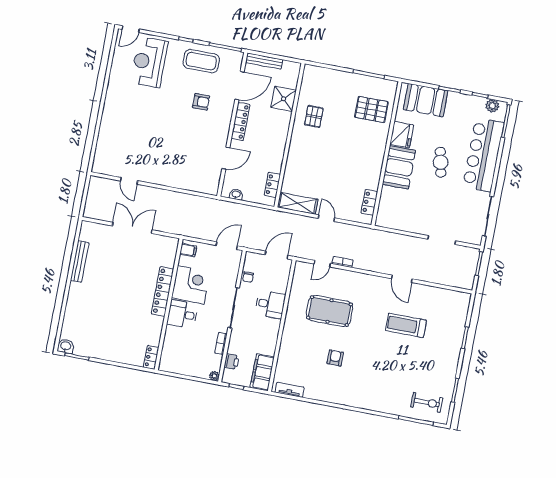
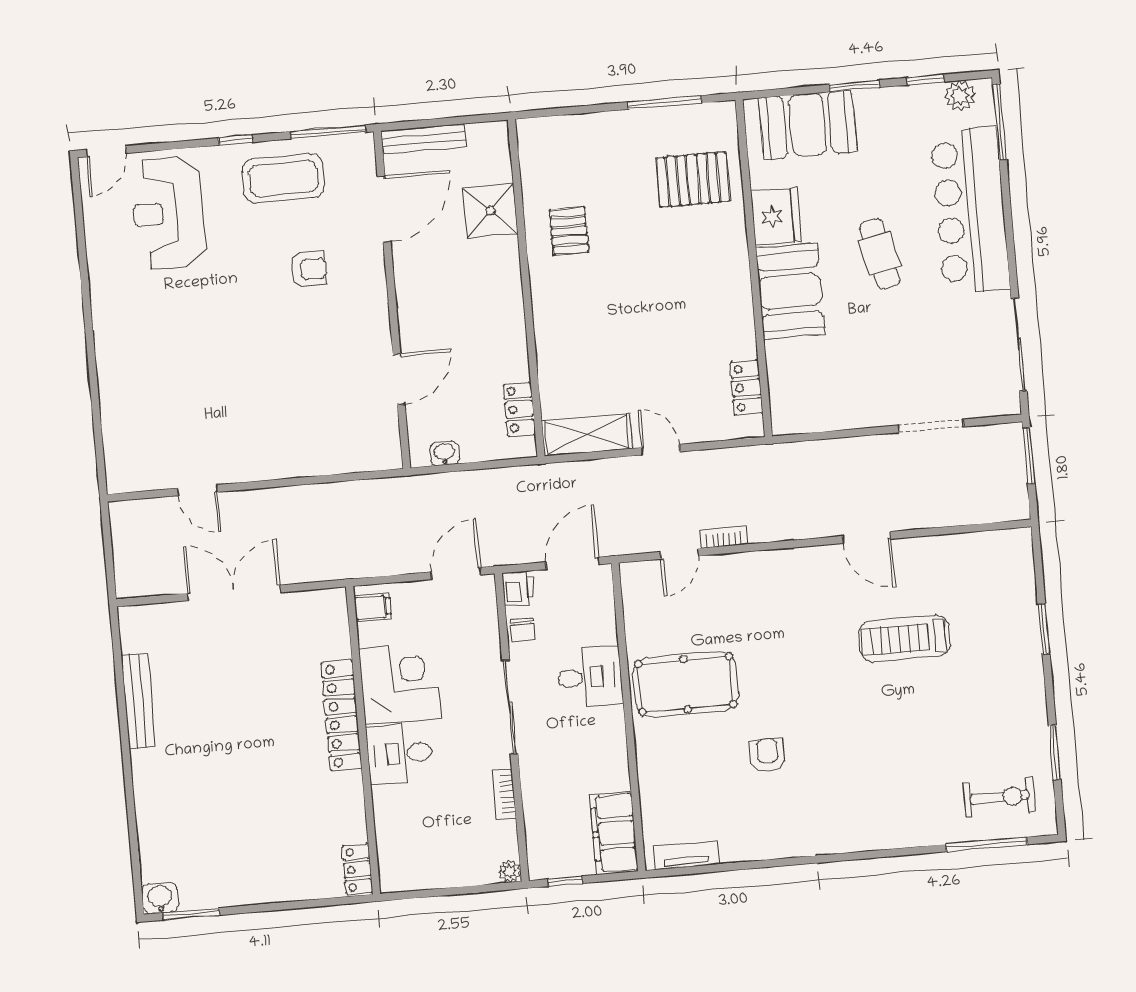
locker: (241, 121) -> (409, 288), removed
pool table: (329, 311) -> (686, 684), moved
printer: (232, 362) -> (518, 588), moved

